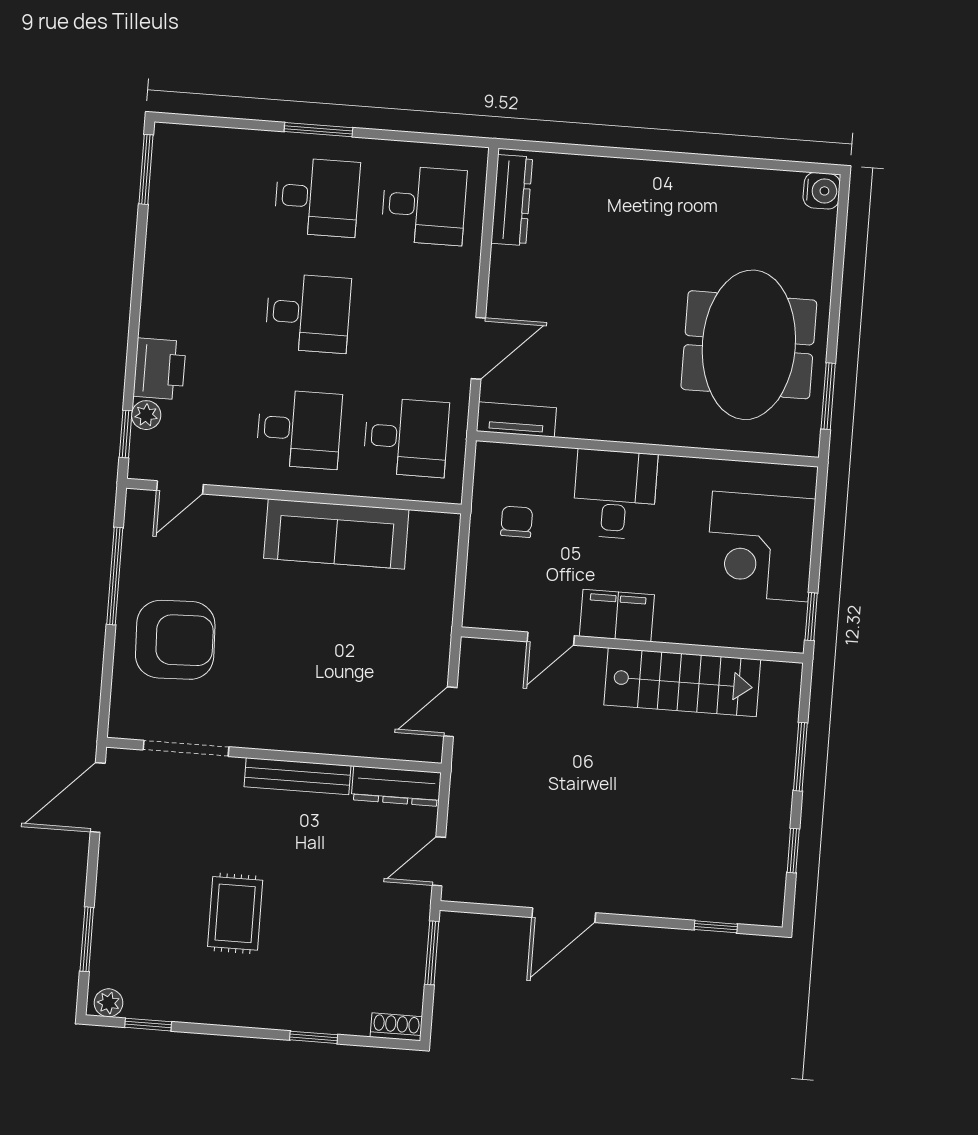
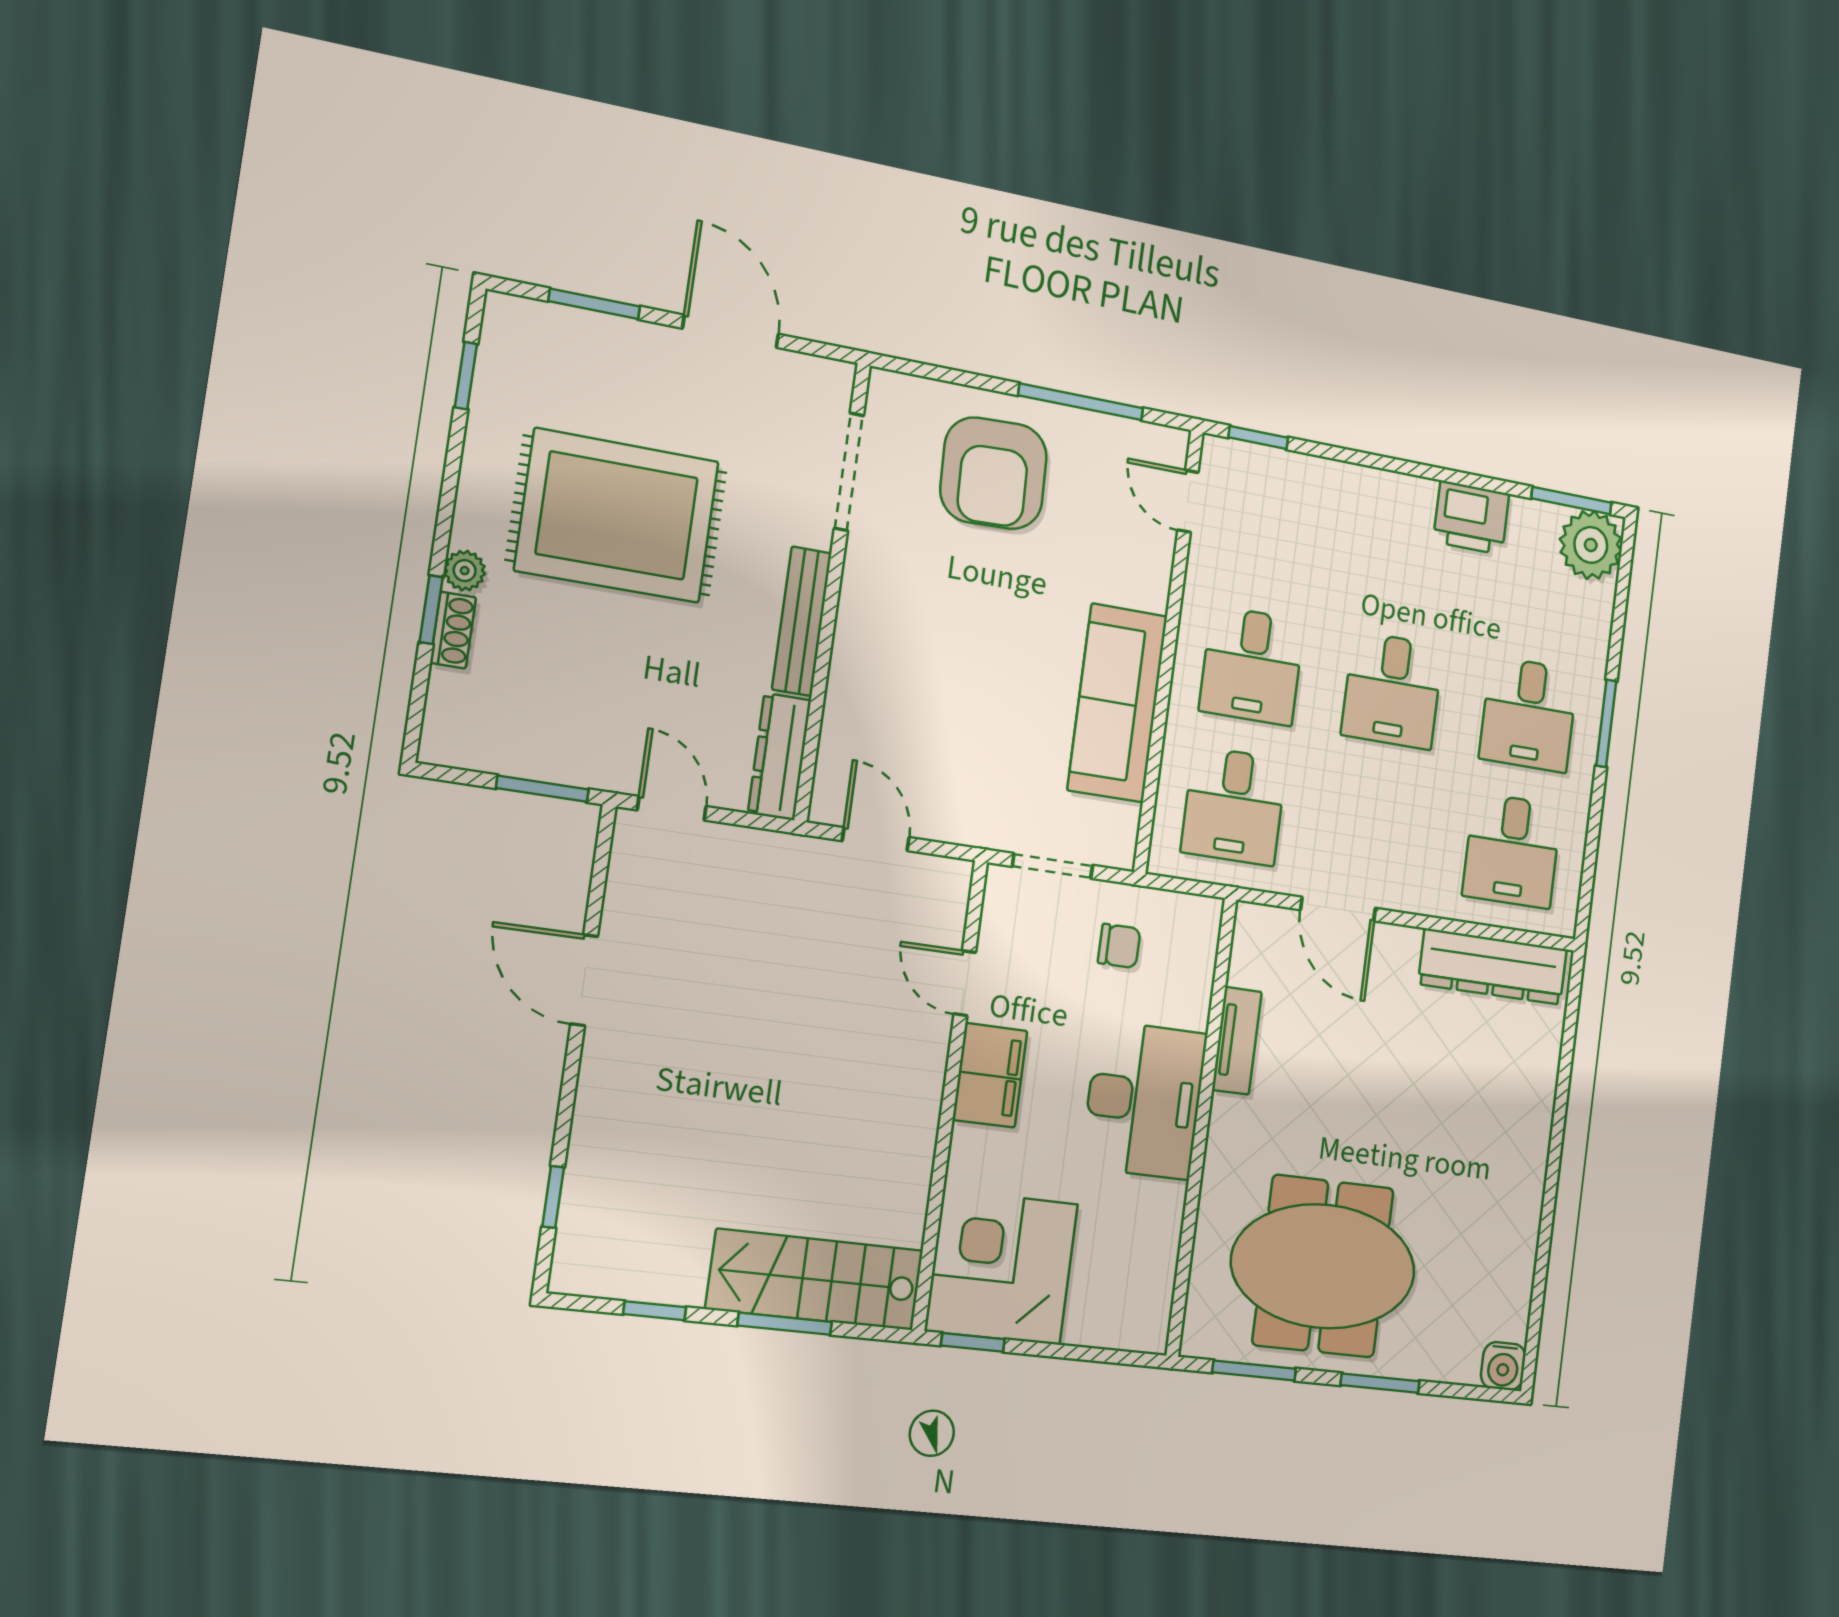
dresser: (512, 200) -> (1493, 967), width x1.37, depth x1.24
window: (836, 293) -> (1380, 1383), added
printer: (160, 369) -> (1471, 518), moved
plant: (146, 415) -> (1591, 545), moved, width x1.87, depth x1.87
tv unit: (516, 419) -> (1237, 1041), moved
desk: (615, 494) -> (1144, 1100), width x1.37
corner desk: (760, 547) -> (1002, 1267), moved
doorway: (461, 577) -> (1052, 866), added
stairs: (682, 682) -> (815, 1280), moved, turned 90
door: (98, 797) -> (731, 331), moved
rug: (235, 913) -> (617, 516), width x1.86, depth x2.06
plant: (108, 1003) -> (465, 571), moved
shoe rack: (396, 1027) -> (453, 630), moved

